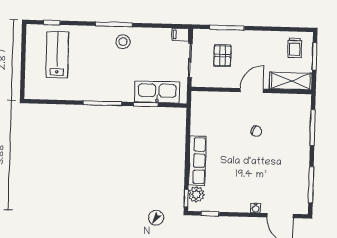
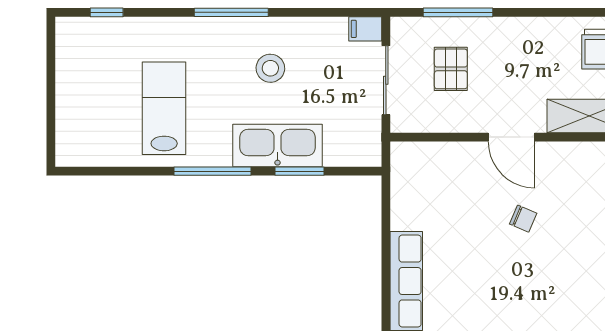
stool: (123, 42) -> (270, 68), moved
lab bench: (57, 55) -> (164, 108), moved
door: (252, 90) -> (511, 137), swing flipped
kitchen sink: (157, 92) -> (278, 145), moved

